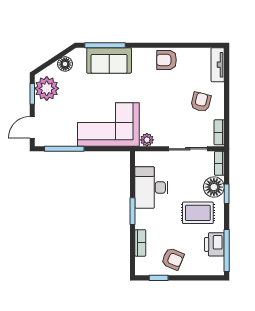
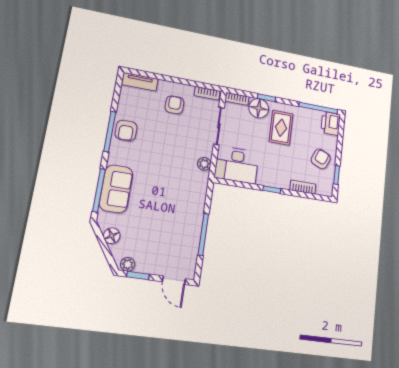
window: (163, 45) -> (110, 132), added
plant: (47, 88) -> (128, 264), width x0.53, depth x0.53
armchair: (201, 102) -> (174, 105), turned 76
corner sofa: (108, 124) -> (183, 200), removed
window: (64, 149) -> (203, 234), moved
desk: (151, 187) -> (237, 165), moved
window: (133, 211) -> (272, 190), width x0.67
printer: (214, 244) -> (331, 123), moved, turned 90

